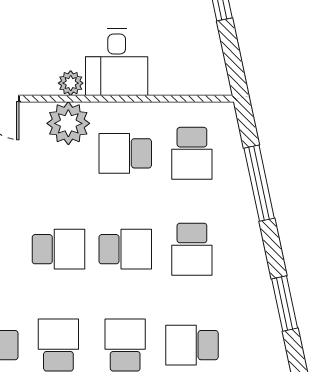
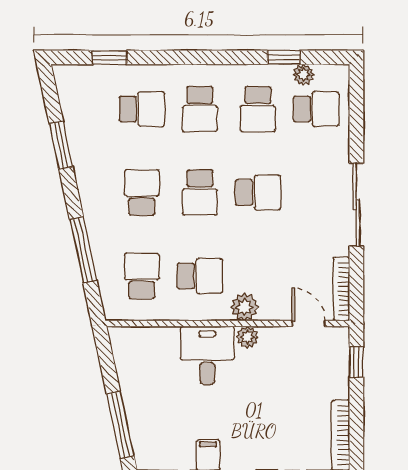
plant: (68, 123) -> (244, 307), width x0.73, depth x0.73
school desk: (58, 249) -> (258, 193), turned 180
school desk: (125, 249) -> (200, 193), turned -90

